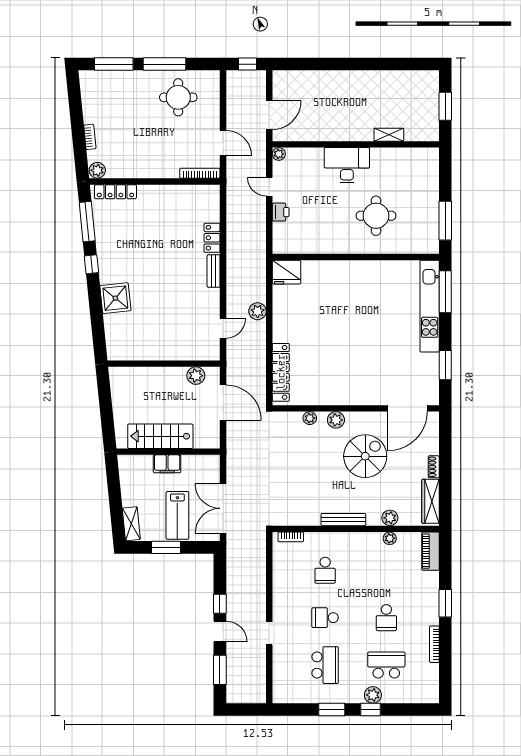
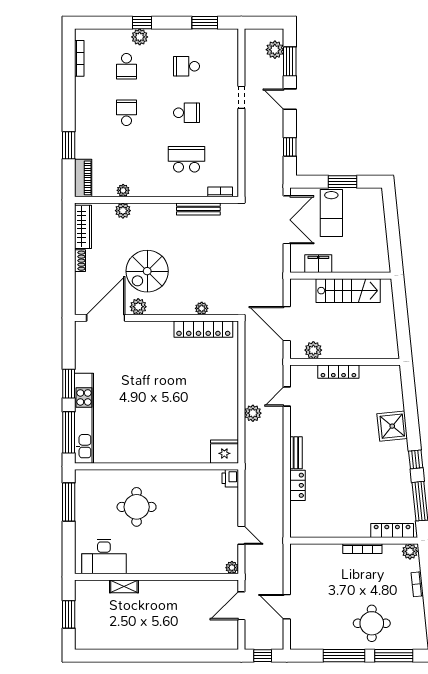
round table: (178, 97) -> (372, 623), moved
door: (223, 143) -> (287, 607), moved
desk: (347, 165) -> (104, 556), moved
bookcase: (200, 173) -> (362, 549), moved
printer: (281, 212) -> (230, 478), moved
locker: (170, 354) -> (338, 372), added
window: (445, 365) -> (69, 384), moved
locker: (281, 372) -> (203, 329), moved, turned -90
plant: (336, 420) -> (138, 307), moved
filing cabinet: (167, 464) -> (318, 264), moved
lab bench: (177, 515) -> (331, 213), turned 180
bench: (343, 520) -> (198, 209), moved
shelving: (131, 524) -> (377, 205), removed
school desk: (325, 570) -> (186, 159), width x1.85
window: (445, 603) -> (69, 145), moved
window: (220, 604) -> (290, 147), moved
bookcase: (434, 644) -> (79, 58), moved
school desk: (325, 665) -> (186, 66), width x0.54
school desk: (386, 665) -> (126, 66), width x0.54
plant: (235, 682) -> (275, 50), added
window: (332, 710) -> (205, 23), moved

